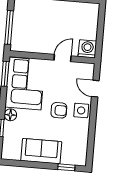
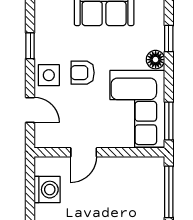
washing machine: (87, 49) -> (47, 190), moved, turned -90
window: (92, 131) -> (30, 46), added

